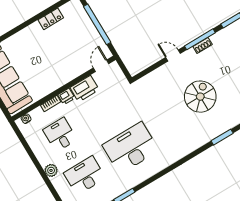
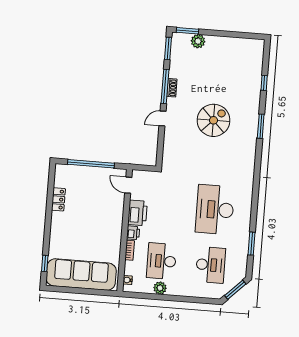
spiral stairs: (200, 97) -> (213, 120), turned 90
desk: (60, 135) -> (161, 261), width x1.37
plant: (51, 170) -> (160, 288), moved
desk: (85, 176) -> (211, 265), turned 180

